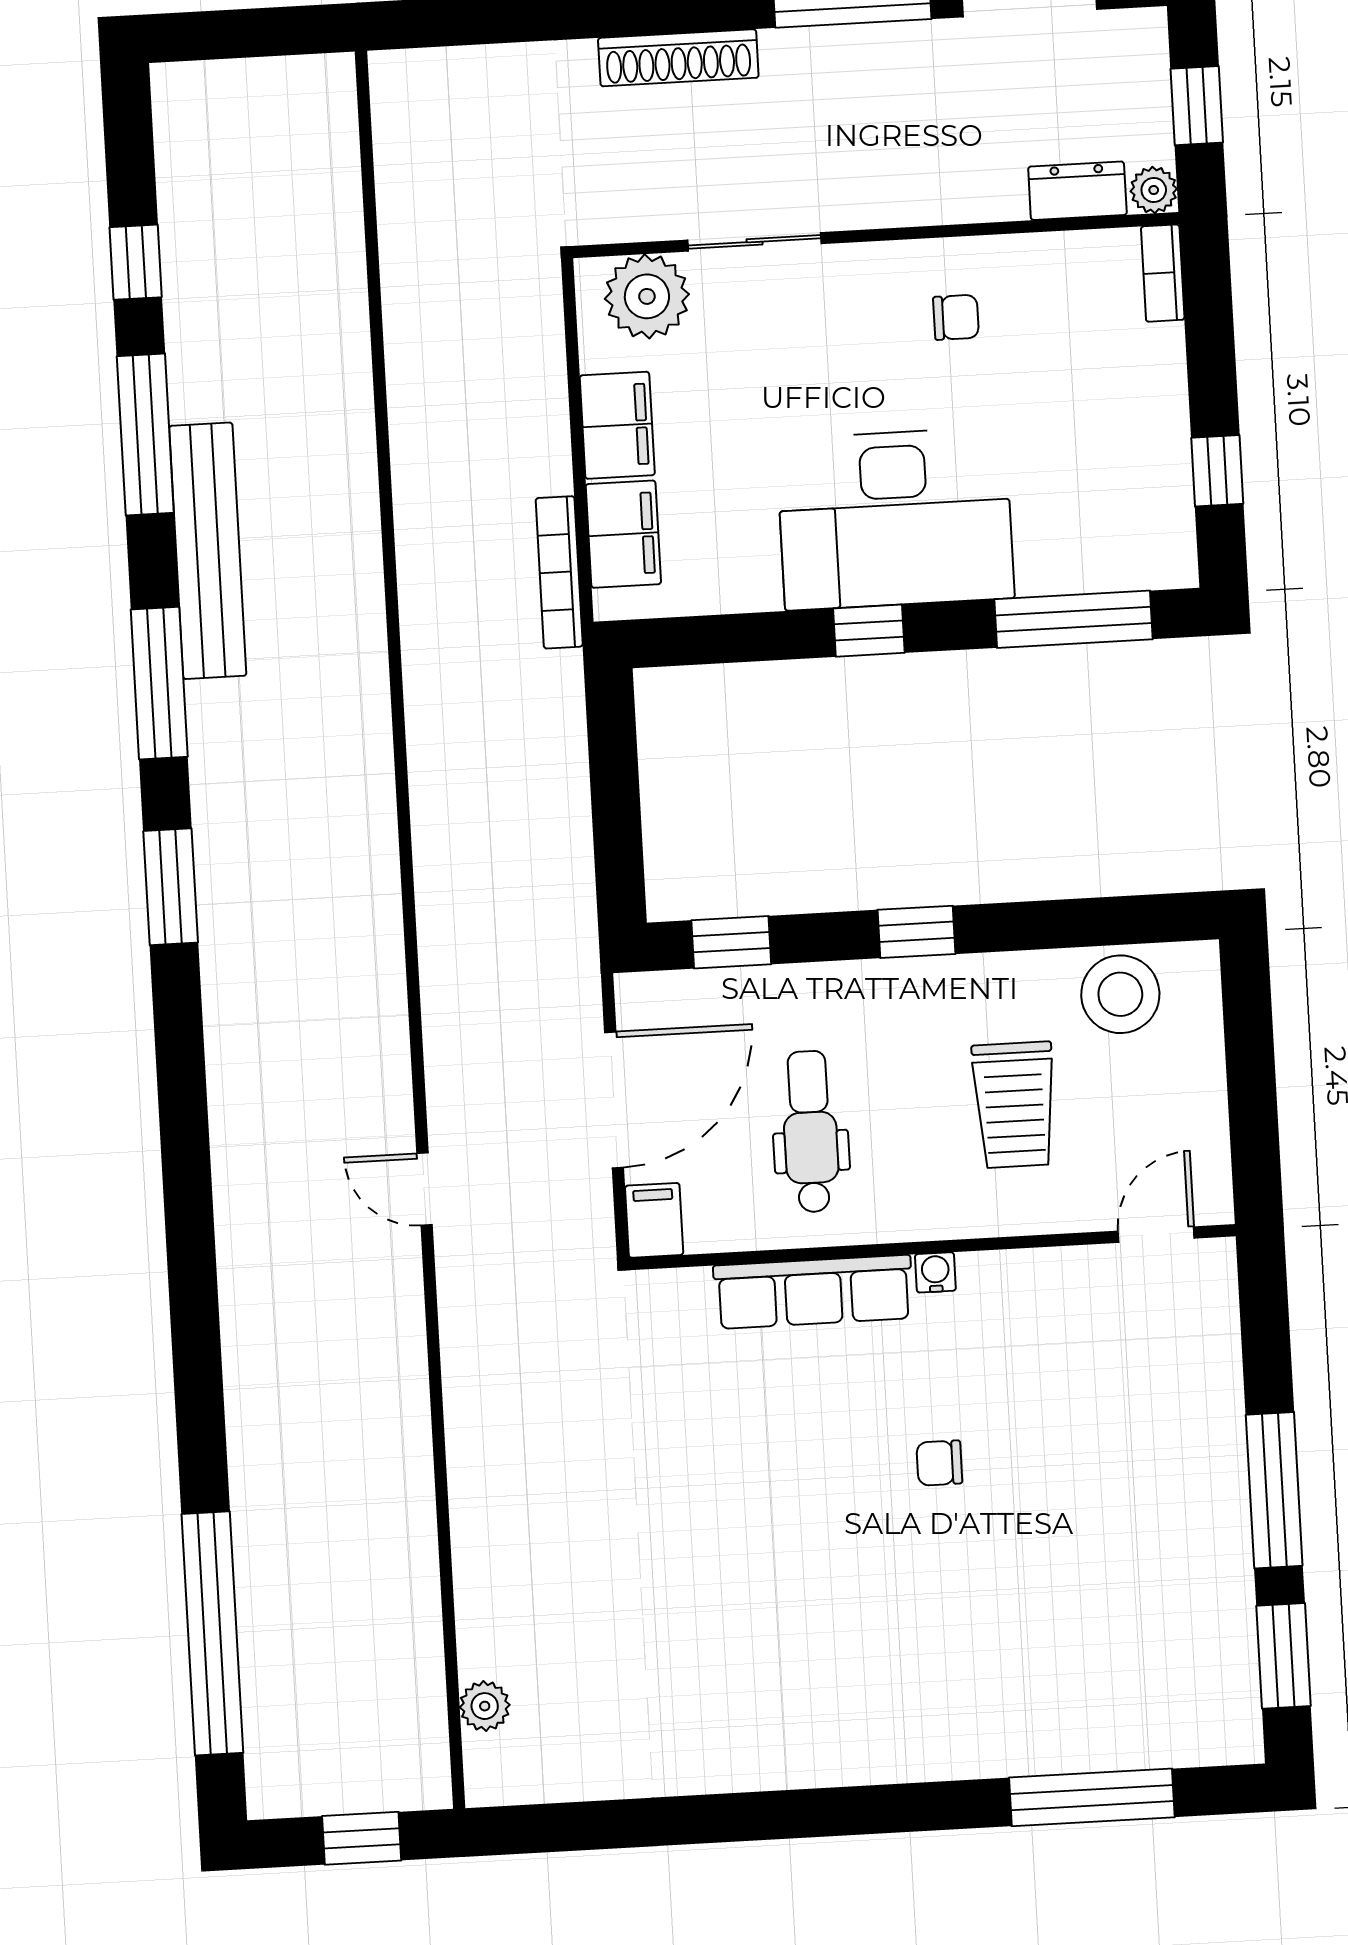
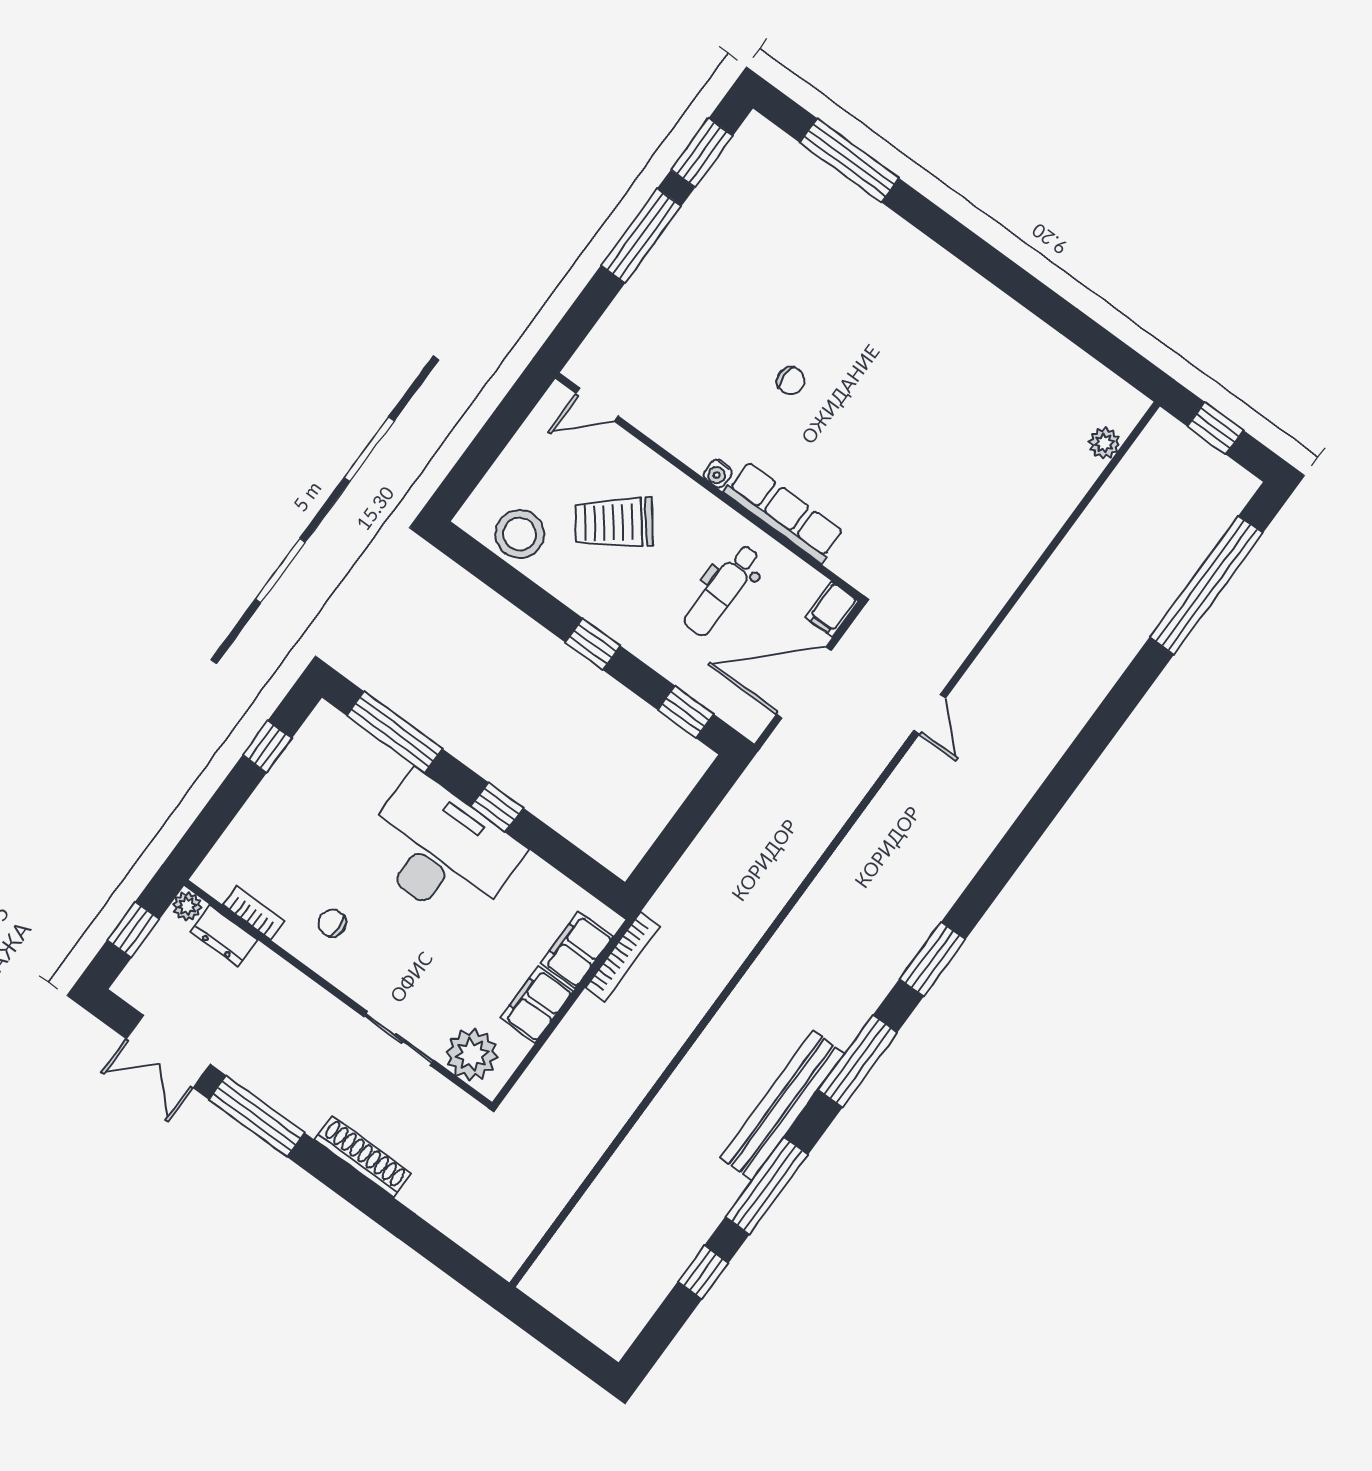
bookcase: (1163, 273) -> (254, 913), moved, turned -90
trolley: (1014, 1105) -> (614, 523), turned -128

